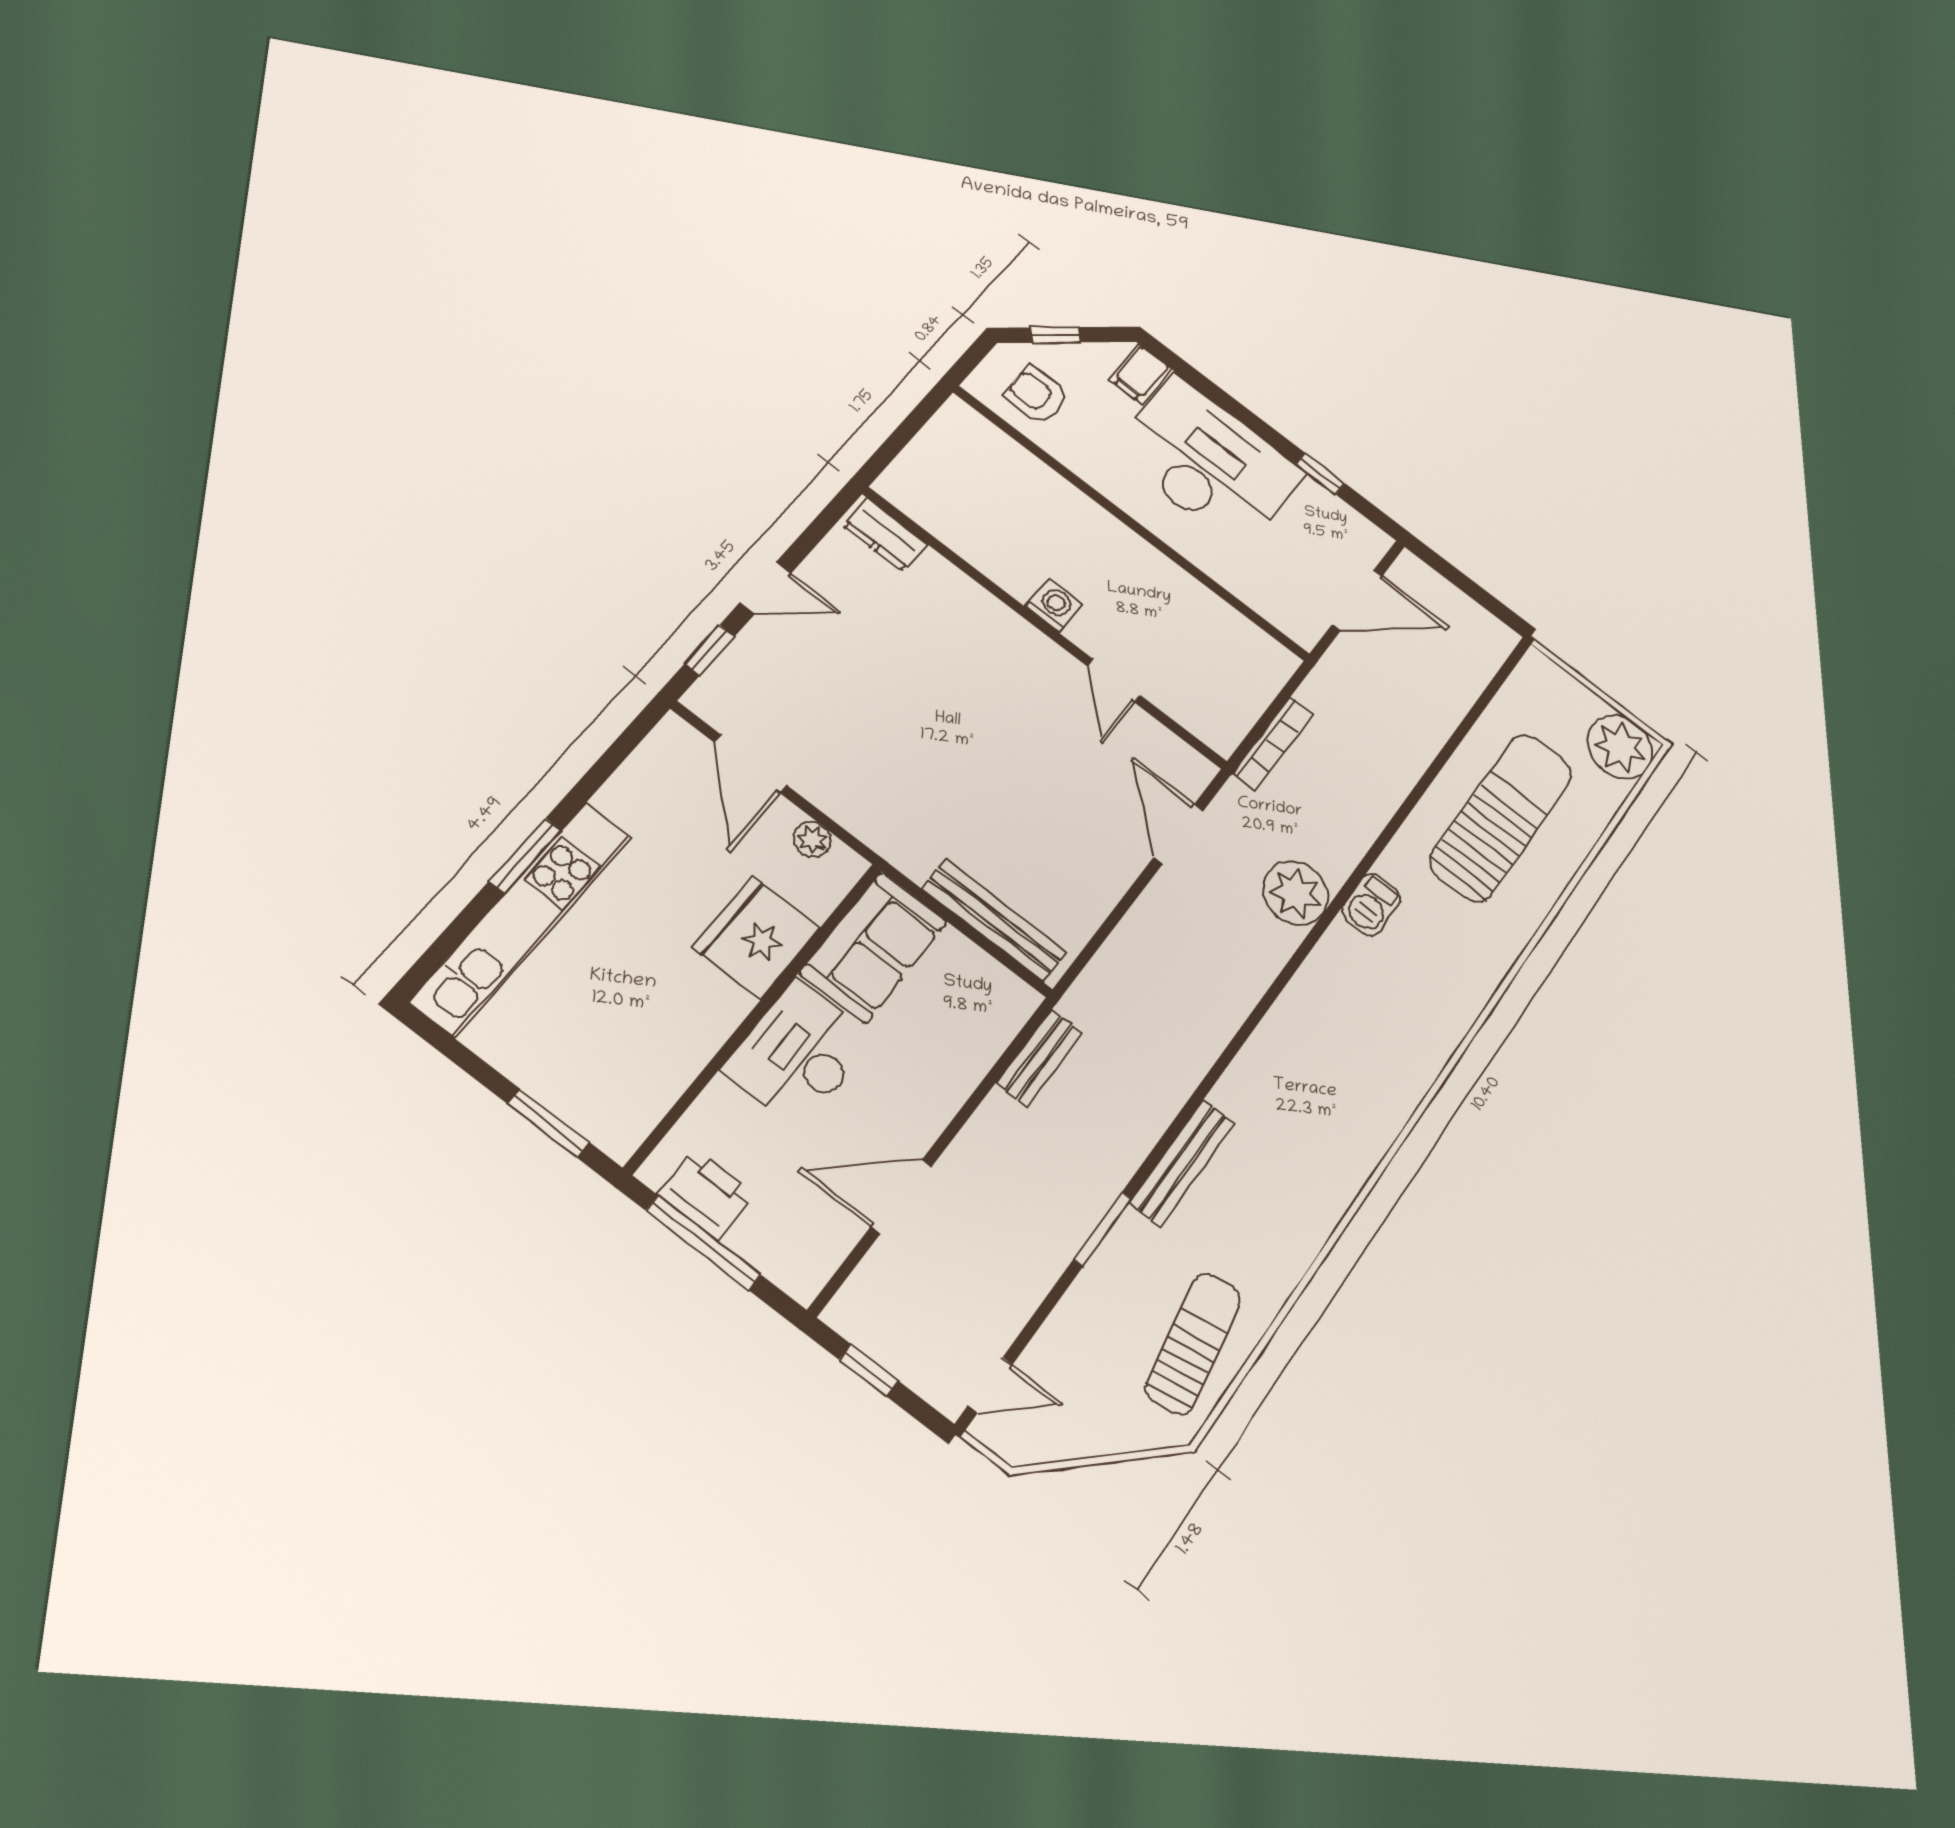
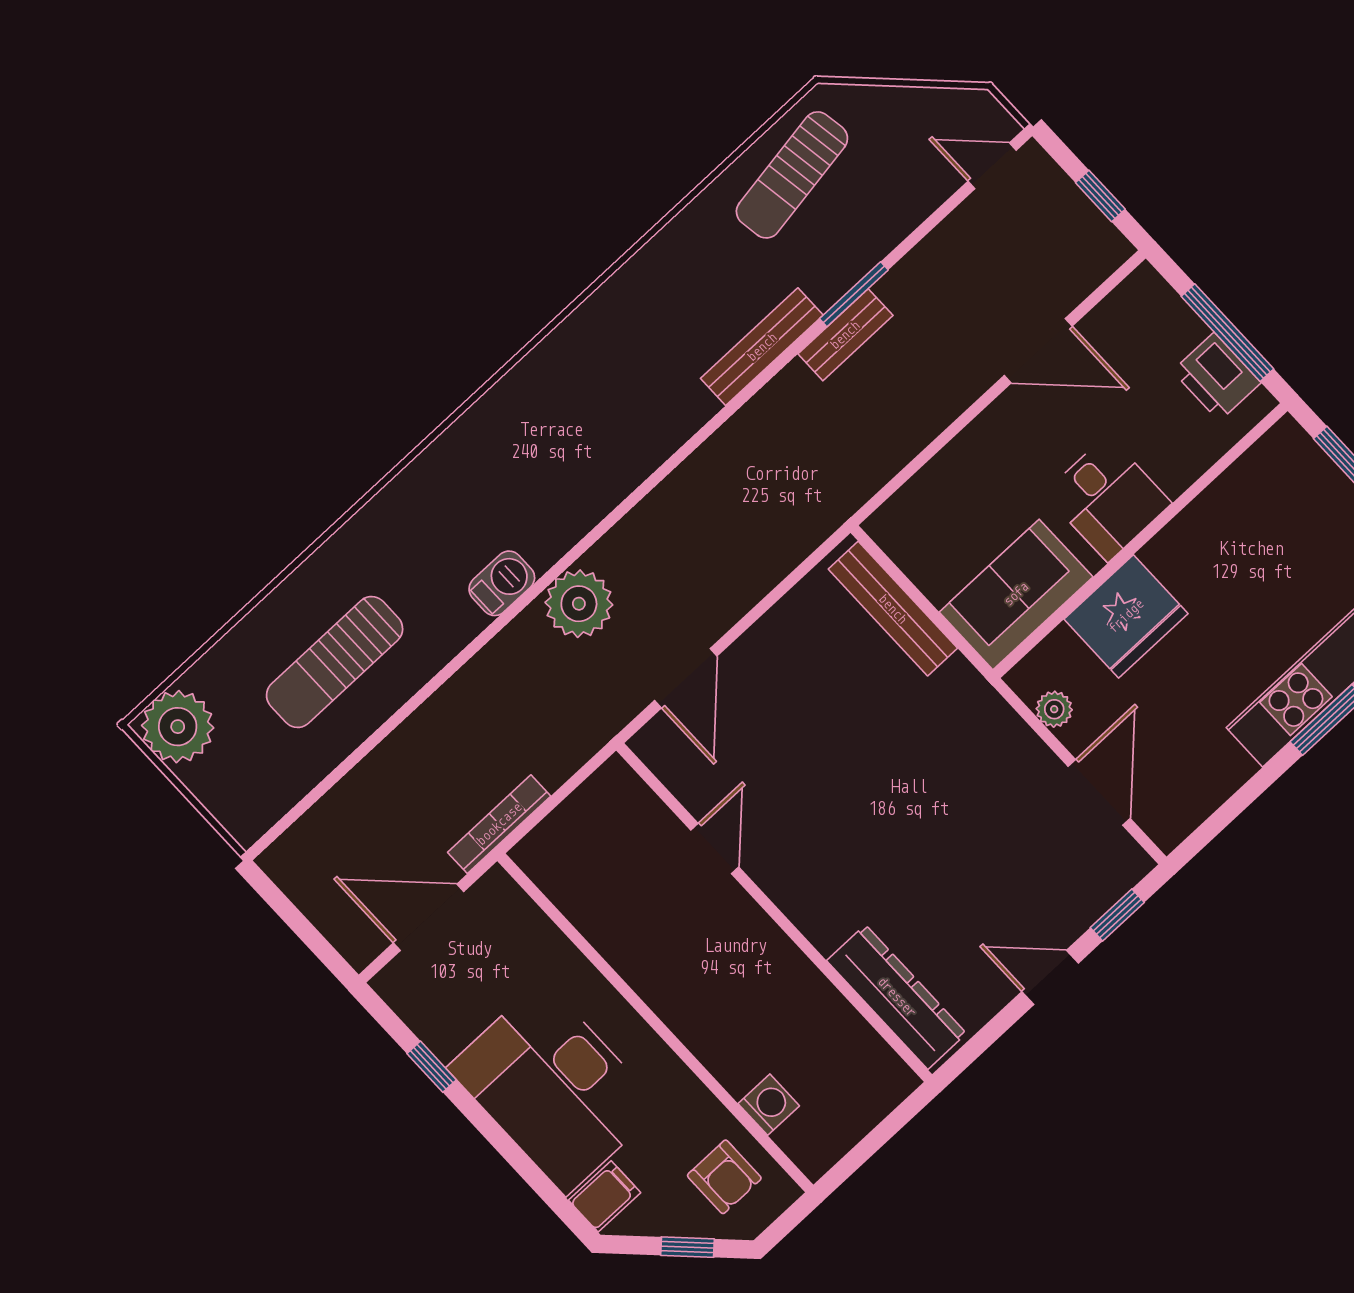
dresser: (885, 535) -> (897, 997), width x1.96, depth x1.24
washing machine: (1054, 606) -> (769, 1105), moved, turned 180
bookcase: (1273, 744) -> (499, 824), moved
sun lounger: (1501, 817) -> (335, 662), width x0.73, depth x0.75
desk: (799, 1054) -> (1108, 498), width x0.73
bench: (1039, 1058) -> (845, 335), moved

